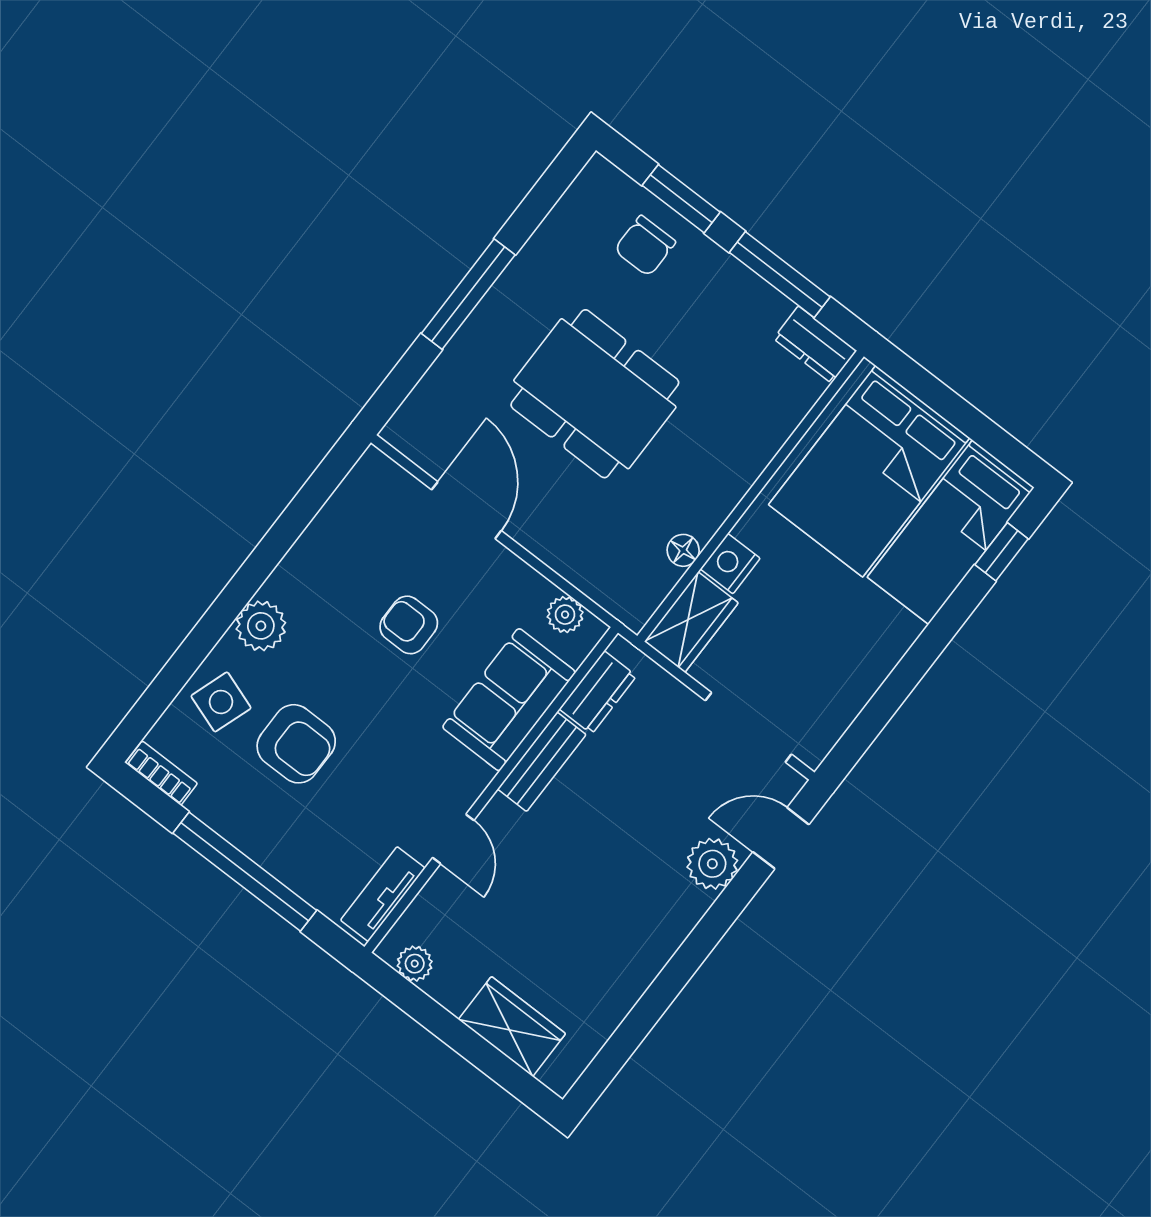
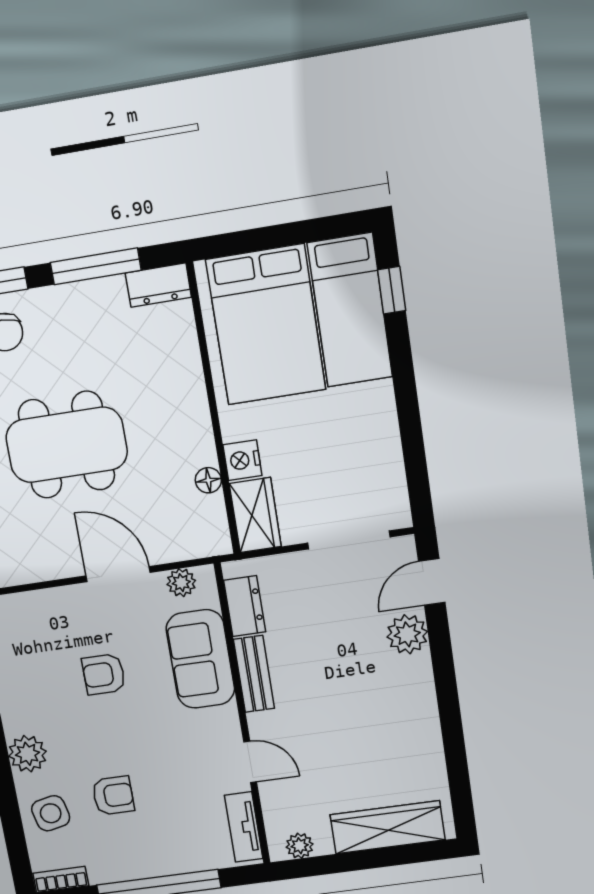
door: (466, 510) -> (118, 574), moved
side table: (221, 702) -> (51, 813), turned -31
armchair: (296, 744) -> (113, 796), width x0.72, depth x0.72
wardrobe: (512, 1027) -> (388, 827), width x1.50

